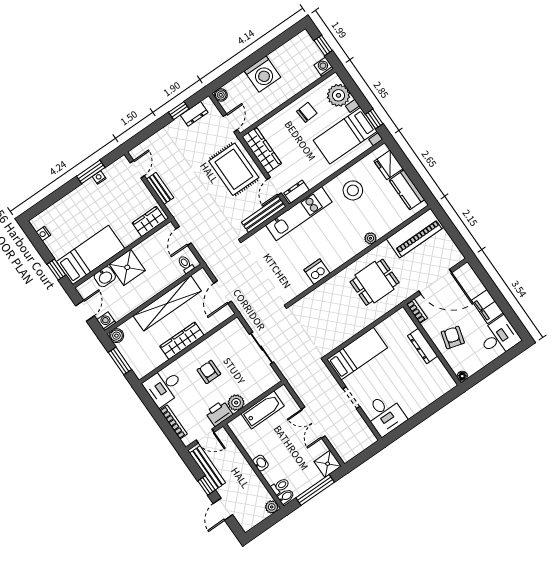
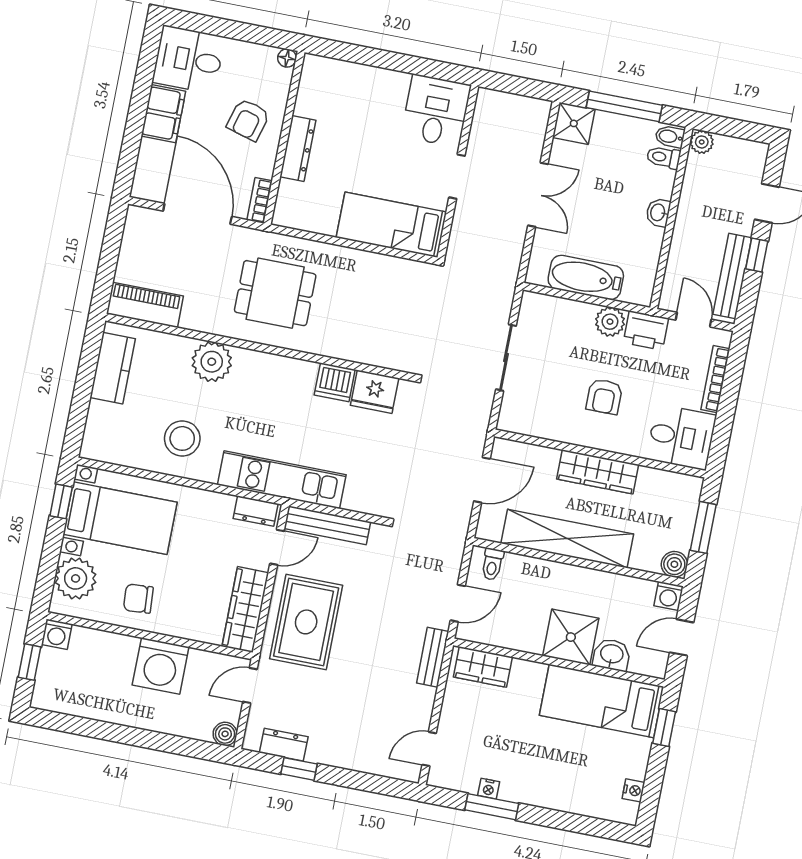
washing machine: (262, 74) -> (161, 666), moved, turned 180
fridge: (389, 165) -> (375, 392), moved, turned 90
bench: (160, 188) -> (433, 657), moved
piano: (415, 233) -> (145, 305), width x0.73, depth x0.75
plant: (370, 238) -> (212, 362), width x1.88, depth x1.88

